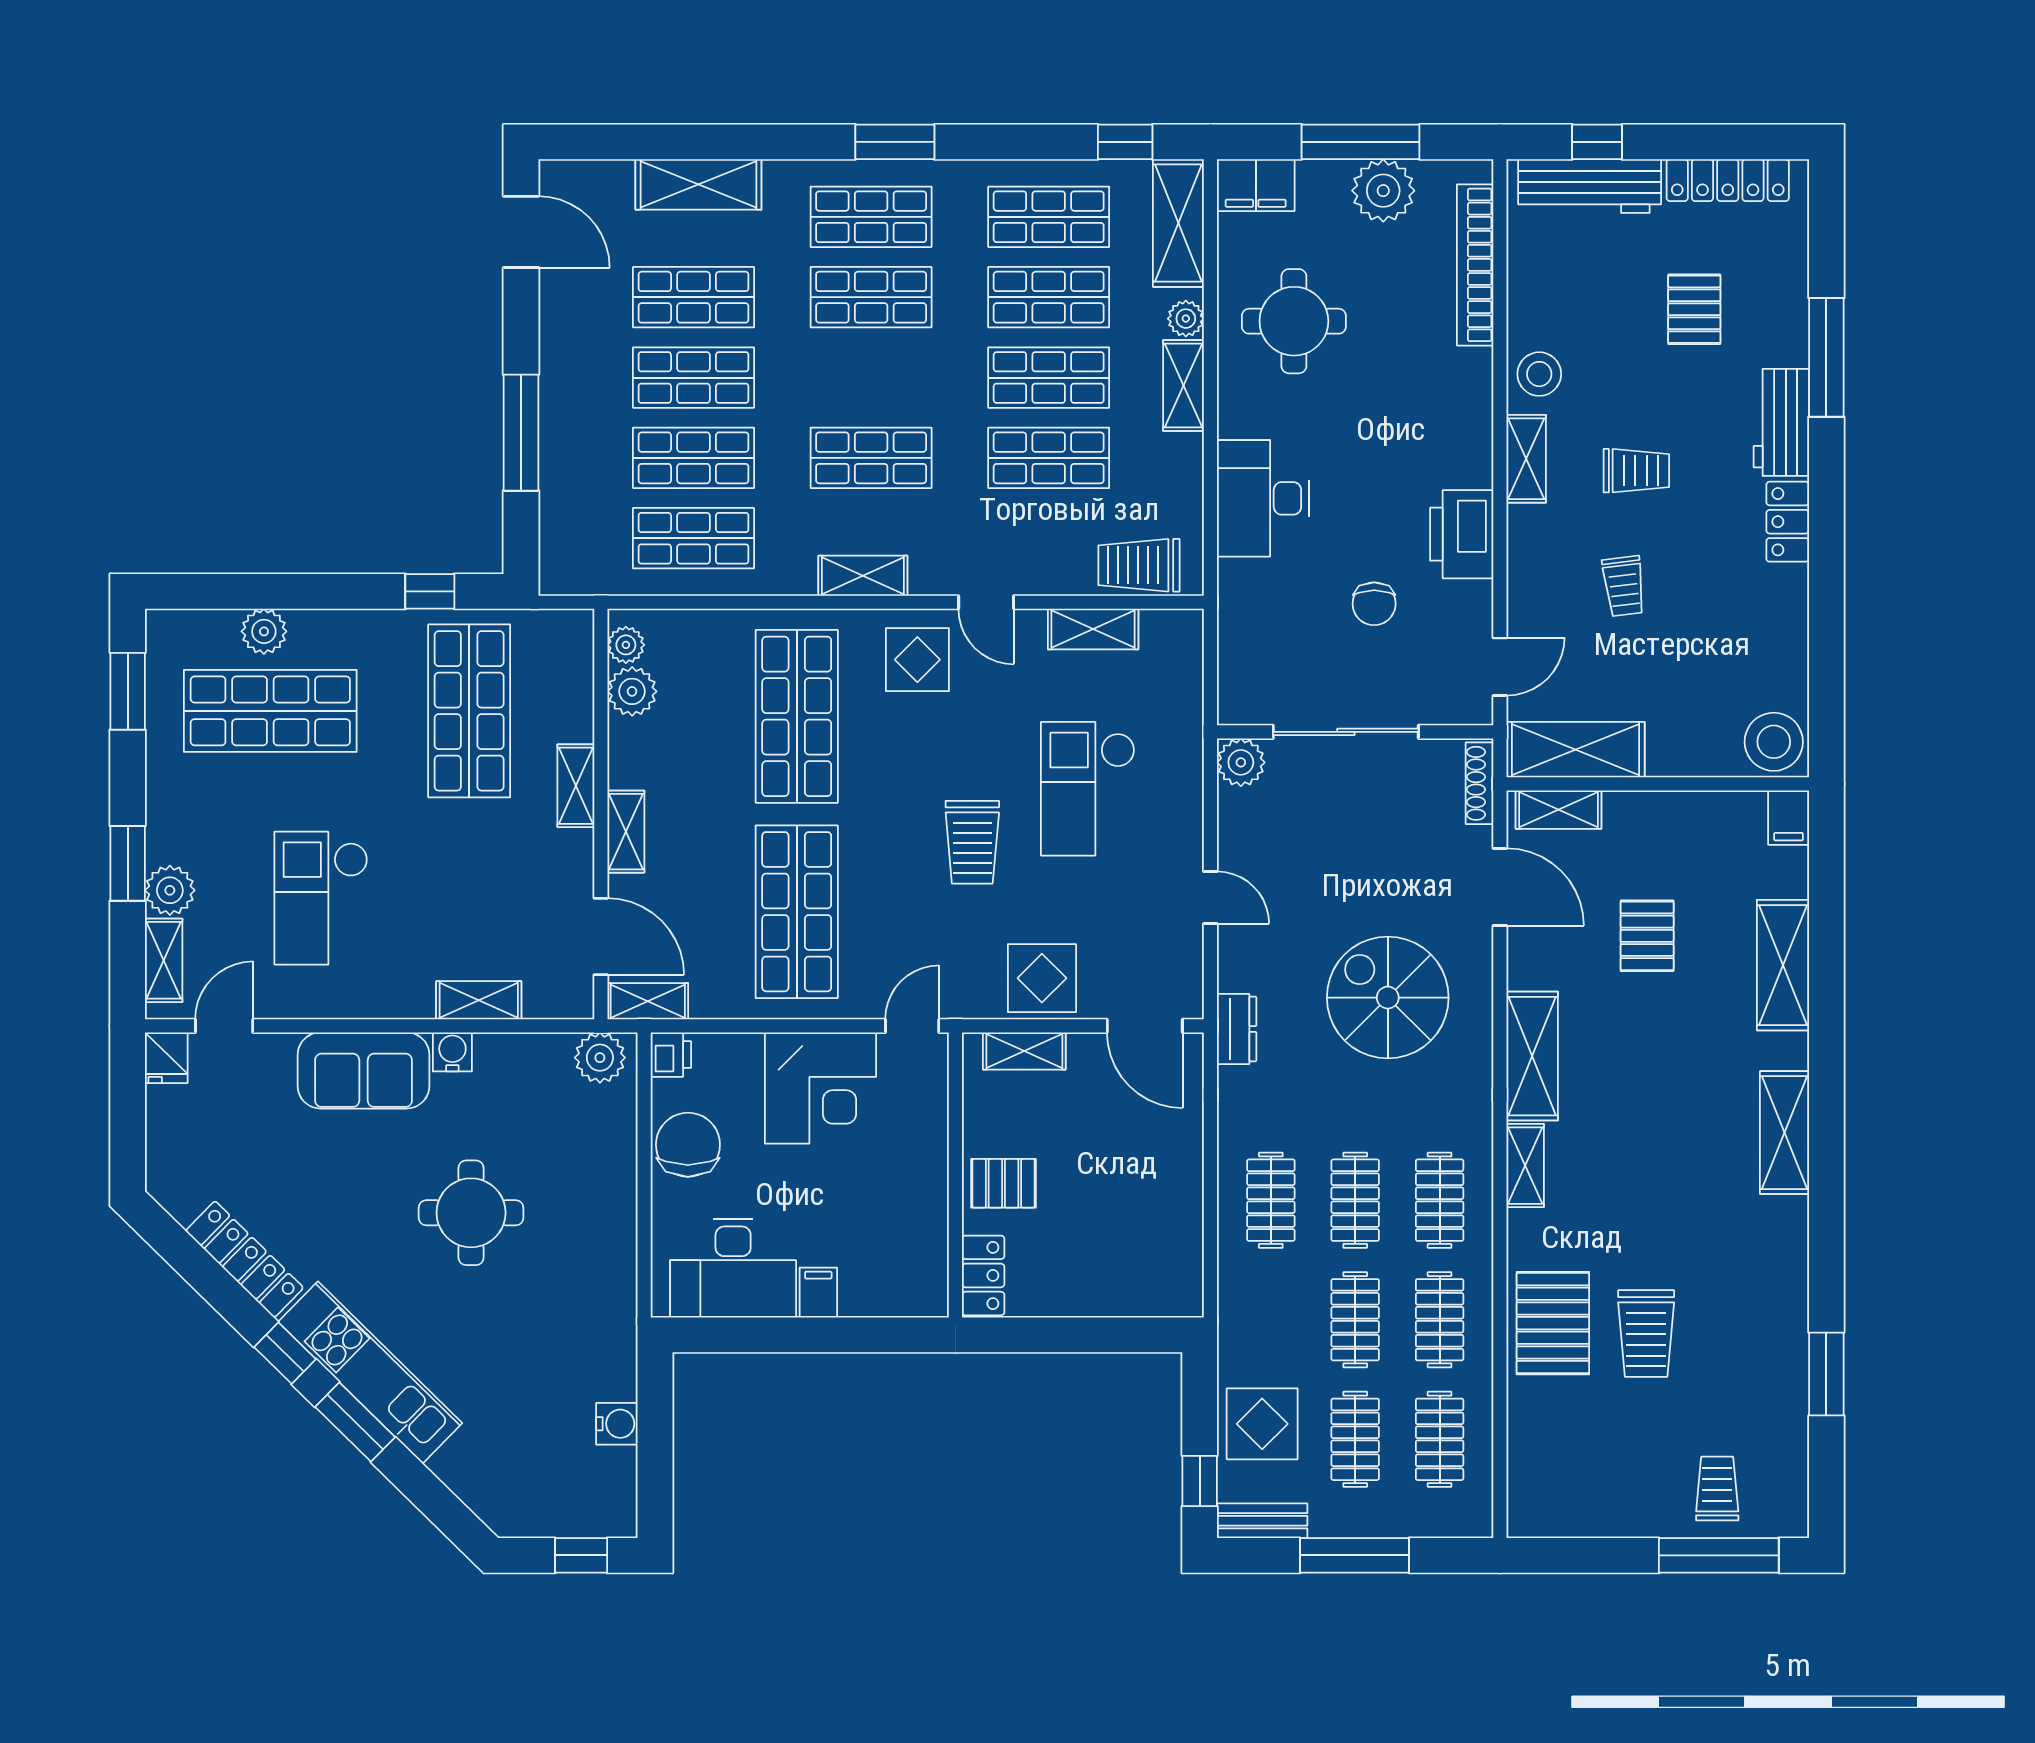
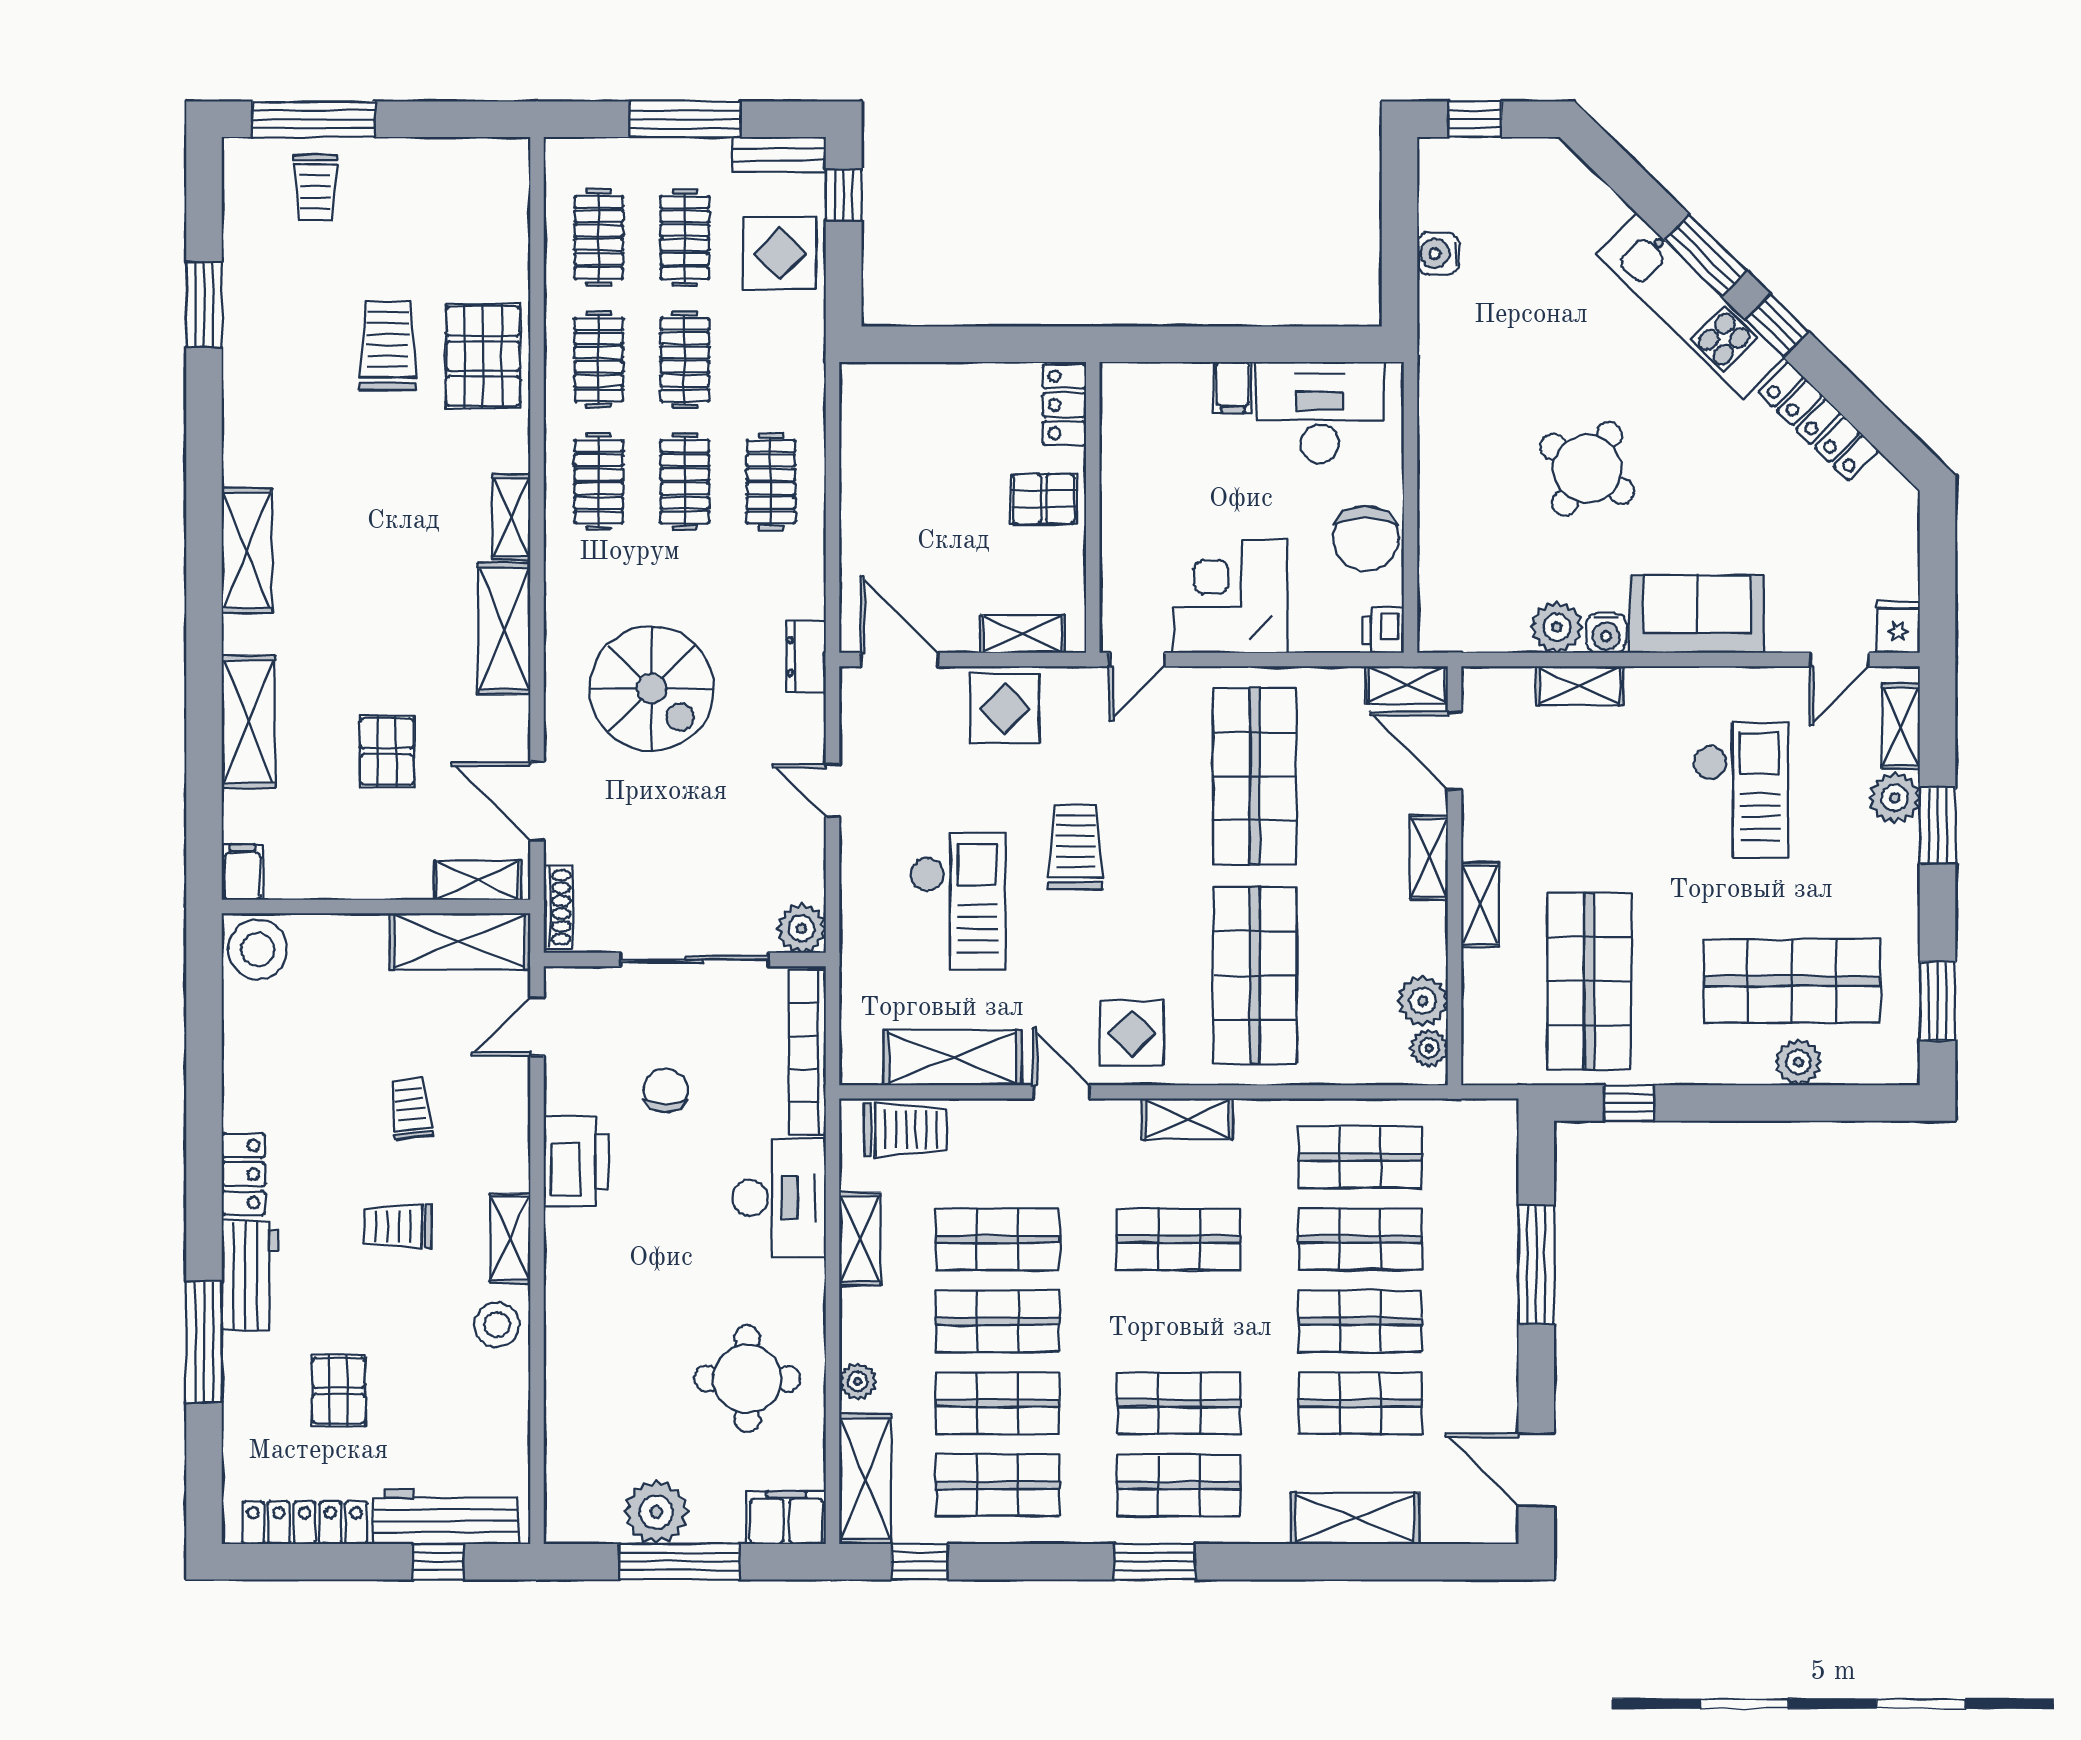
bookcase: (1475, 265) -> (807, 1053), moved, turned 180
shelving: (1183, 386) -> (860, 1239), moved
shelving: (1093, 629) -> (952, 1058), width x1.50, depth x1.33
plant: (600, 1058) -> (1557, 627), moved
round table: (471, 1213) -> (1587, 469), turned 33

